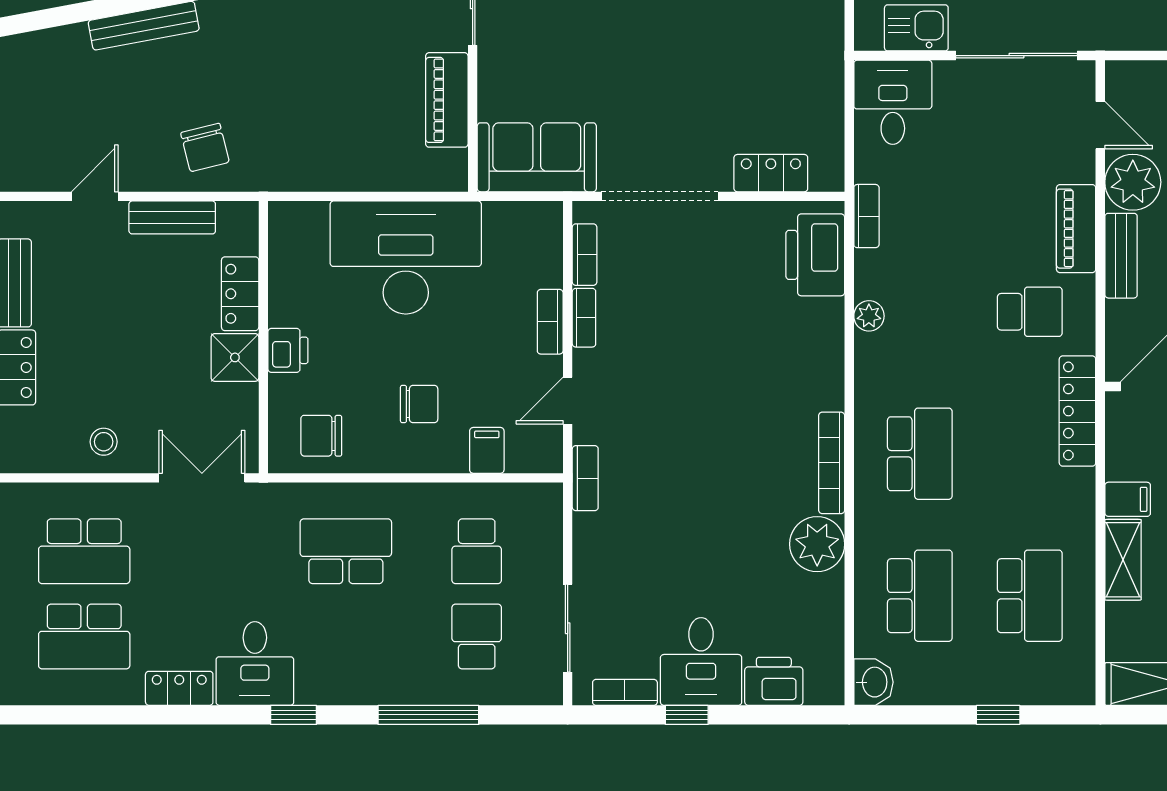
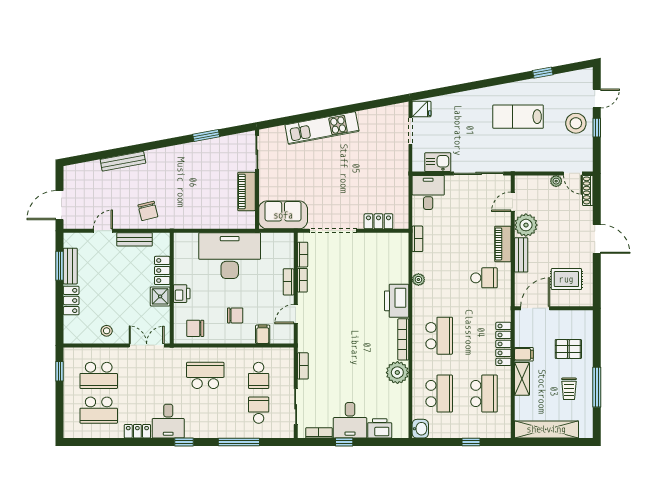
door: (1100, 125) -> (513, 202), swing flipped
printer: (815, 255) -> (397, 301), moved
locker: (1077, 411) -> (503, 344), moved
bookcase: (585, 478) -> (303, 366), moved

